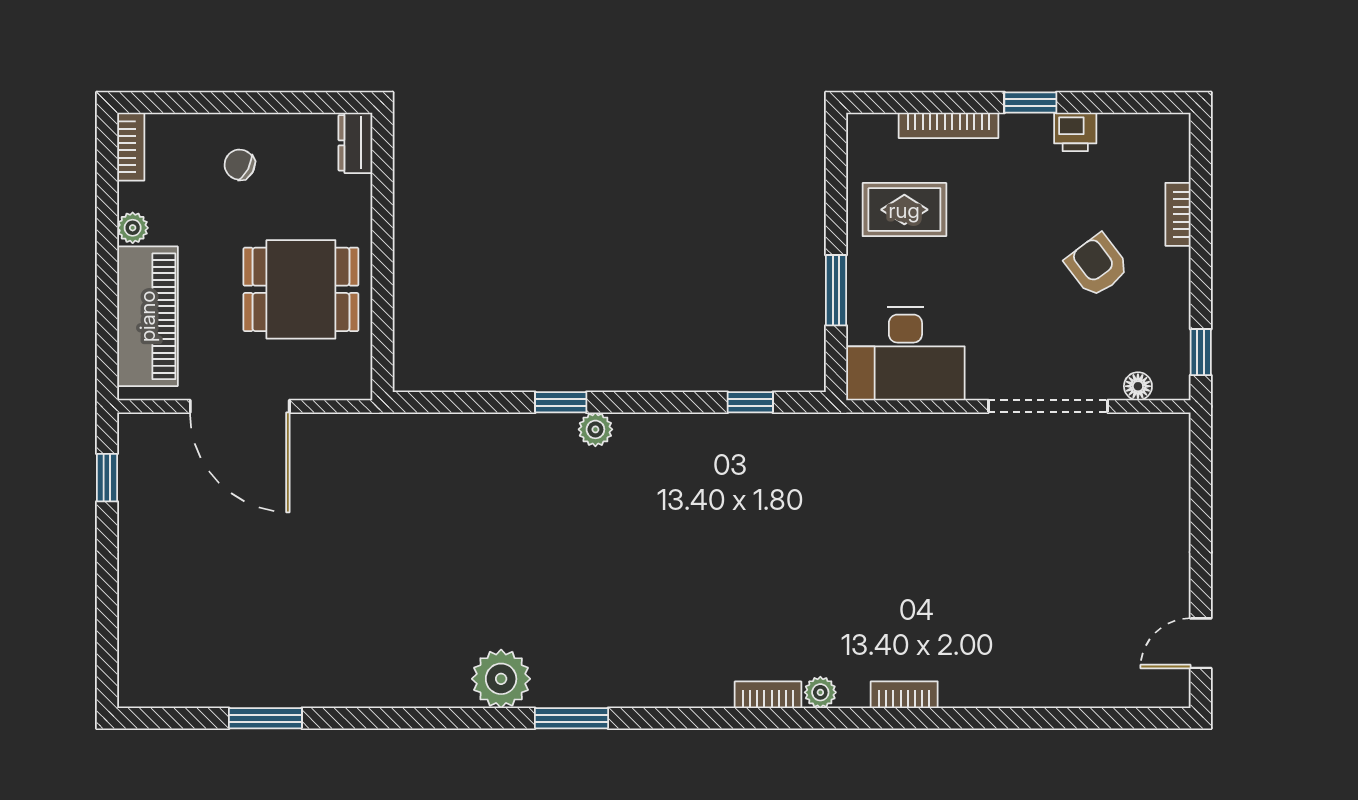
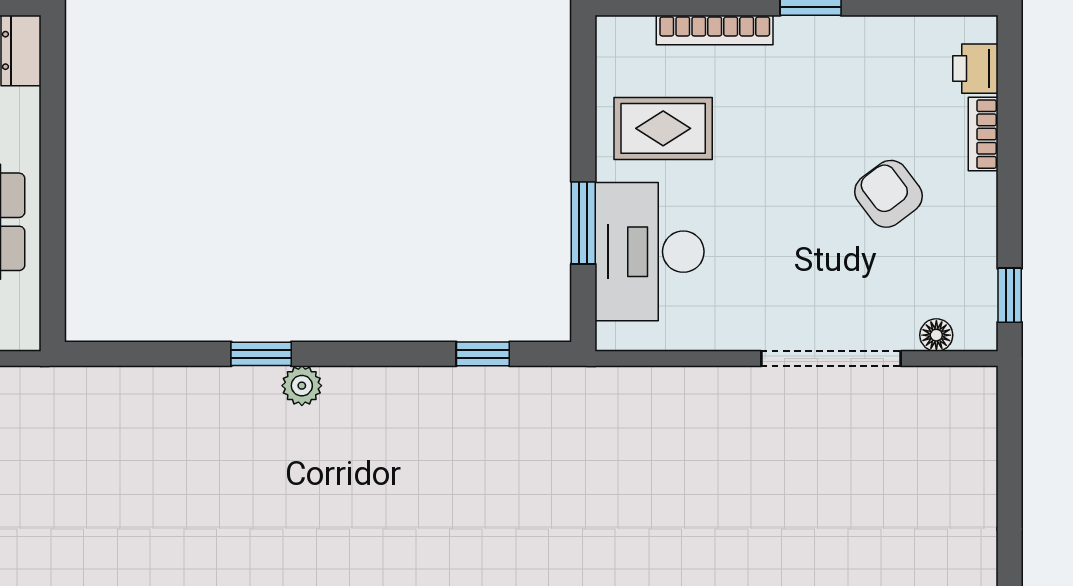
printer: (1075, 132) -> (975, 69), moved, turned 90
desk: (905, 354) -> (650, 252), moved, turned 90

